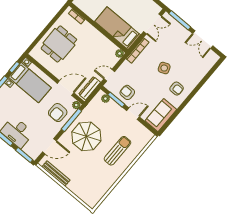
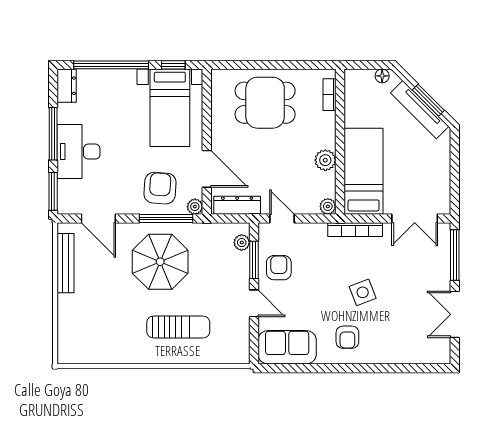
plant: (101, 39) -> (325, 160), added
armchair: (58, 113) -> (160, 188), turned 94

